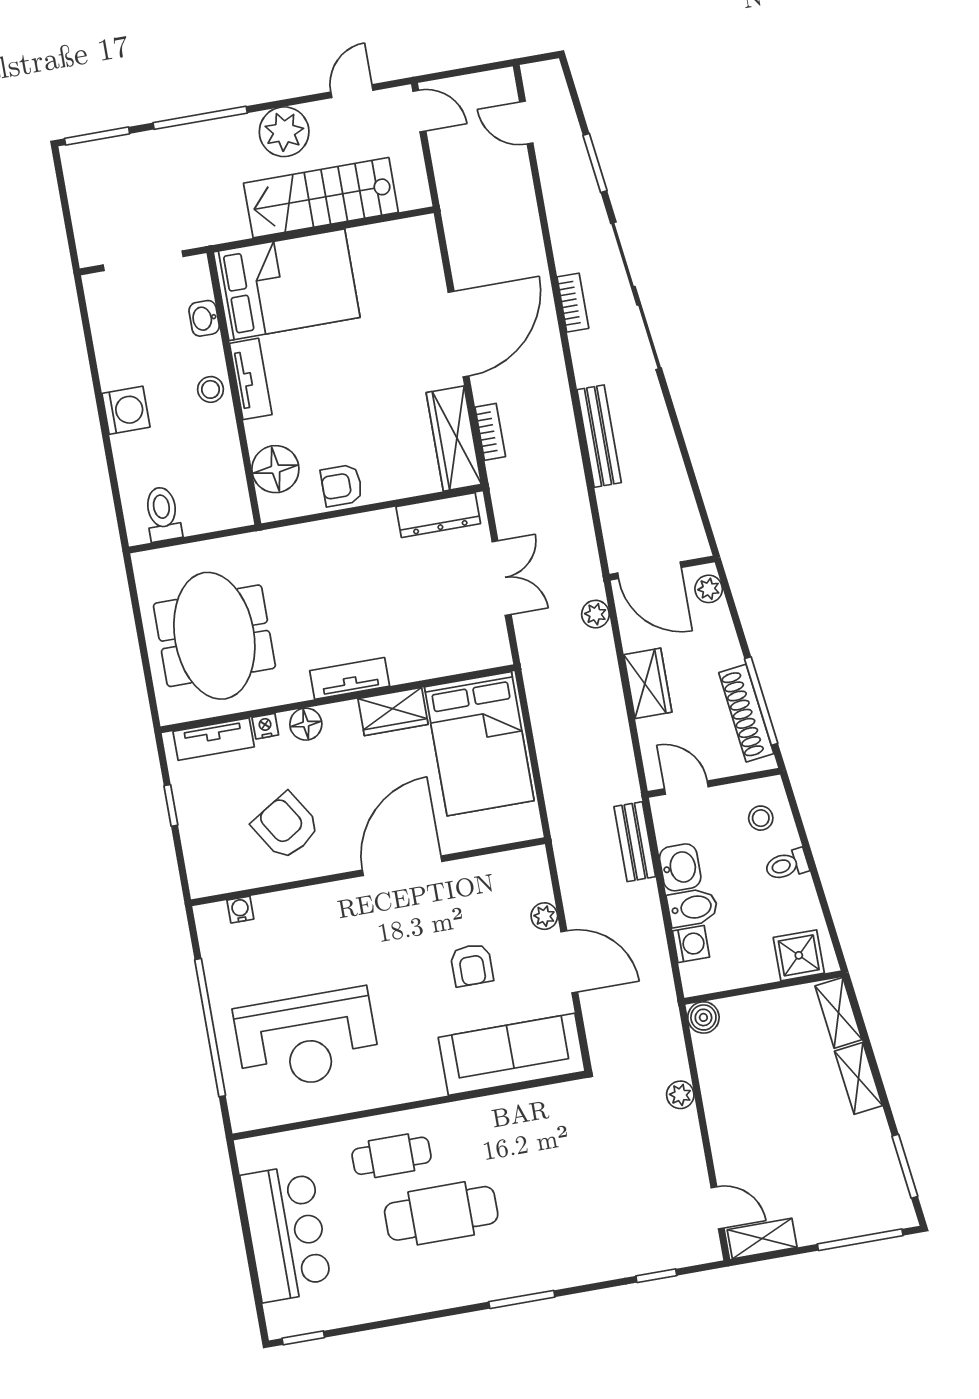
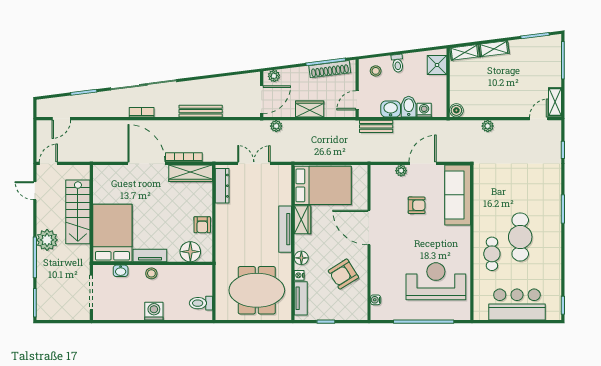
plant: (284, 132) -> (47, 240), moved
bookcase: (490, 432) -> (184, 157), width x1.56
tv unit: (350, 678) -> (285, 229), width x1.41
reception desk: (307, 1039) -> (436, 281), turned -90

